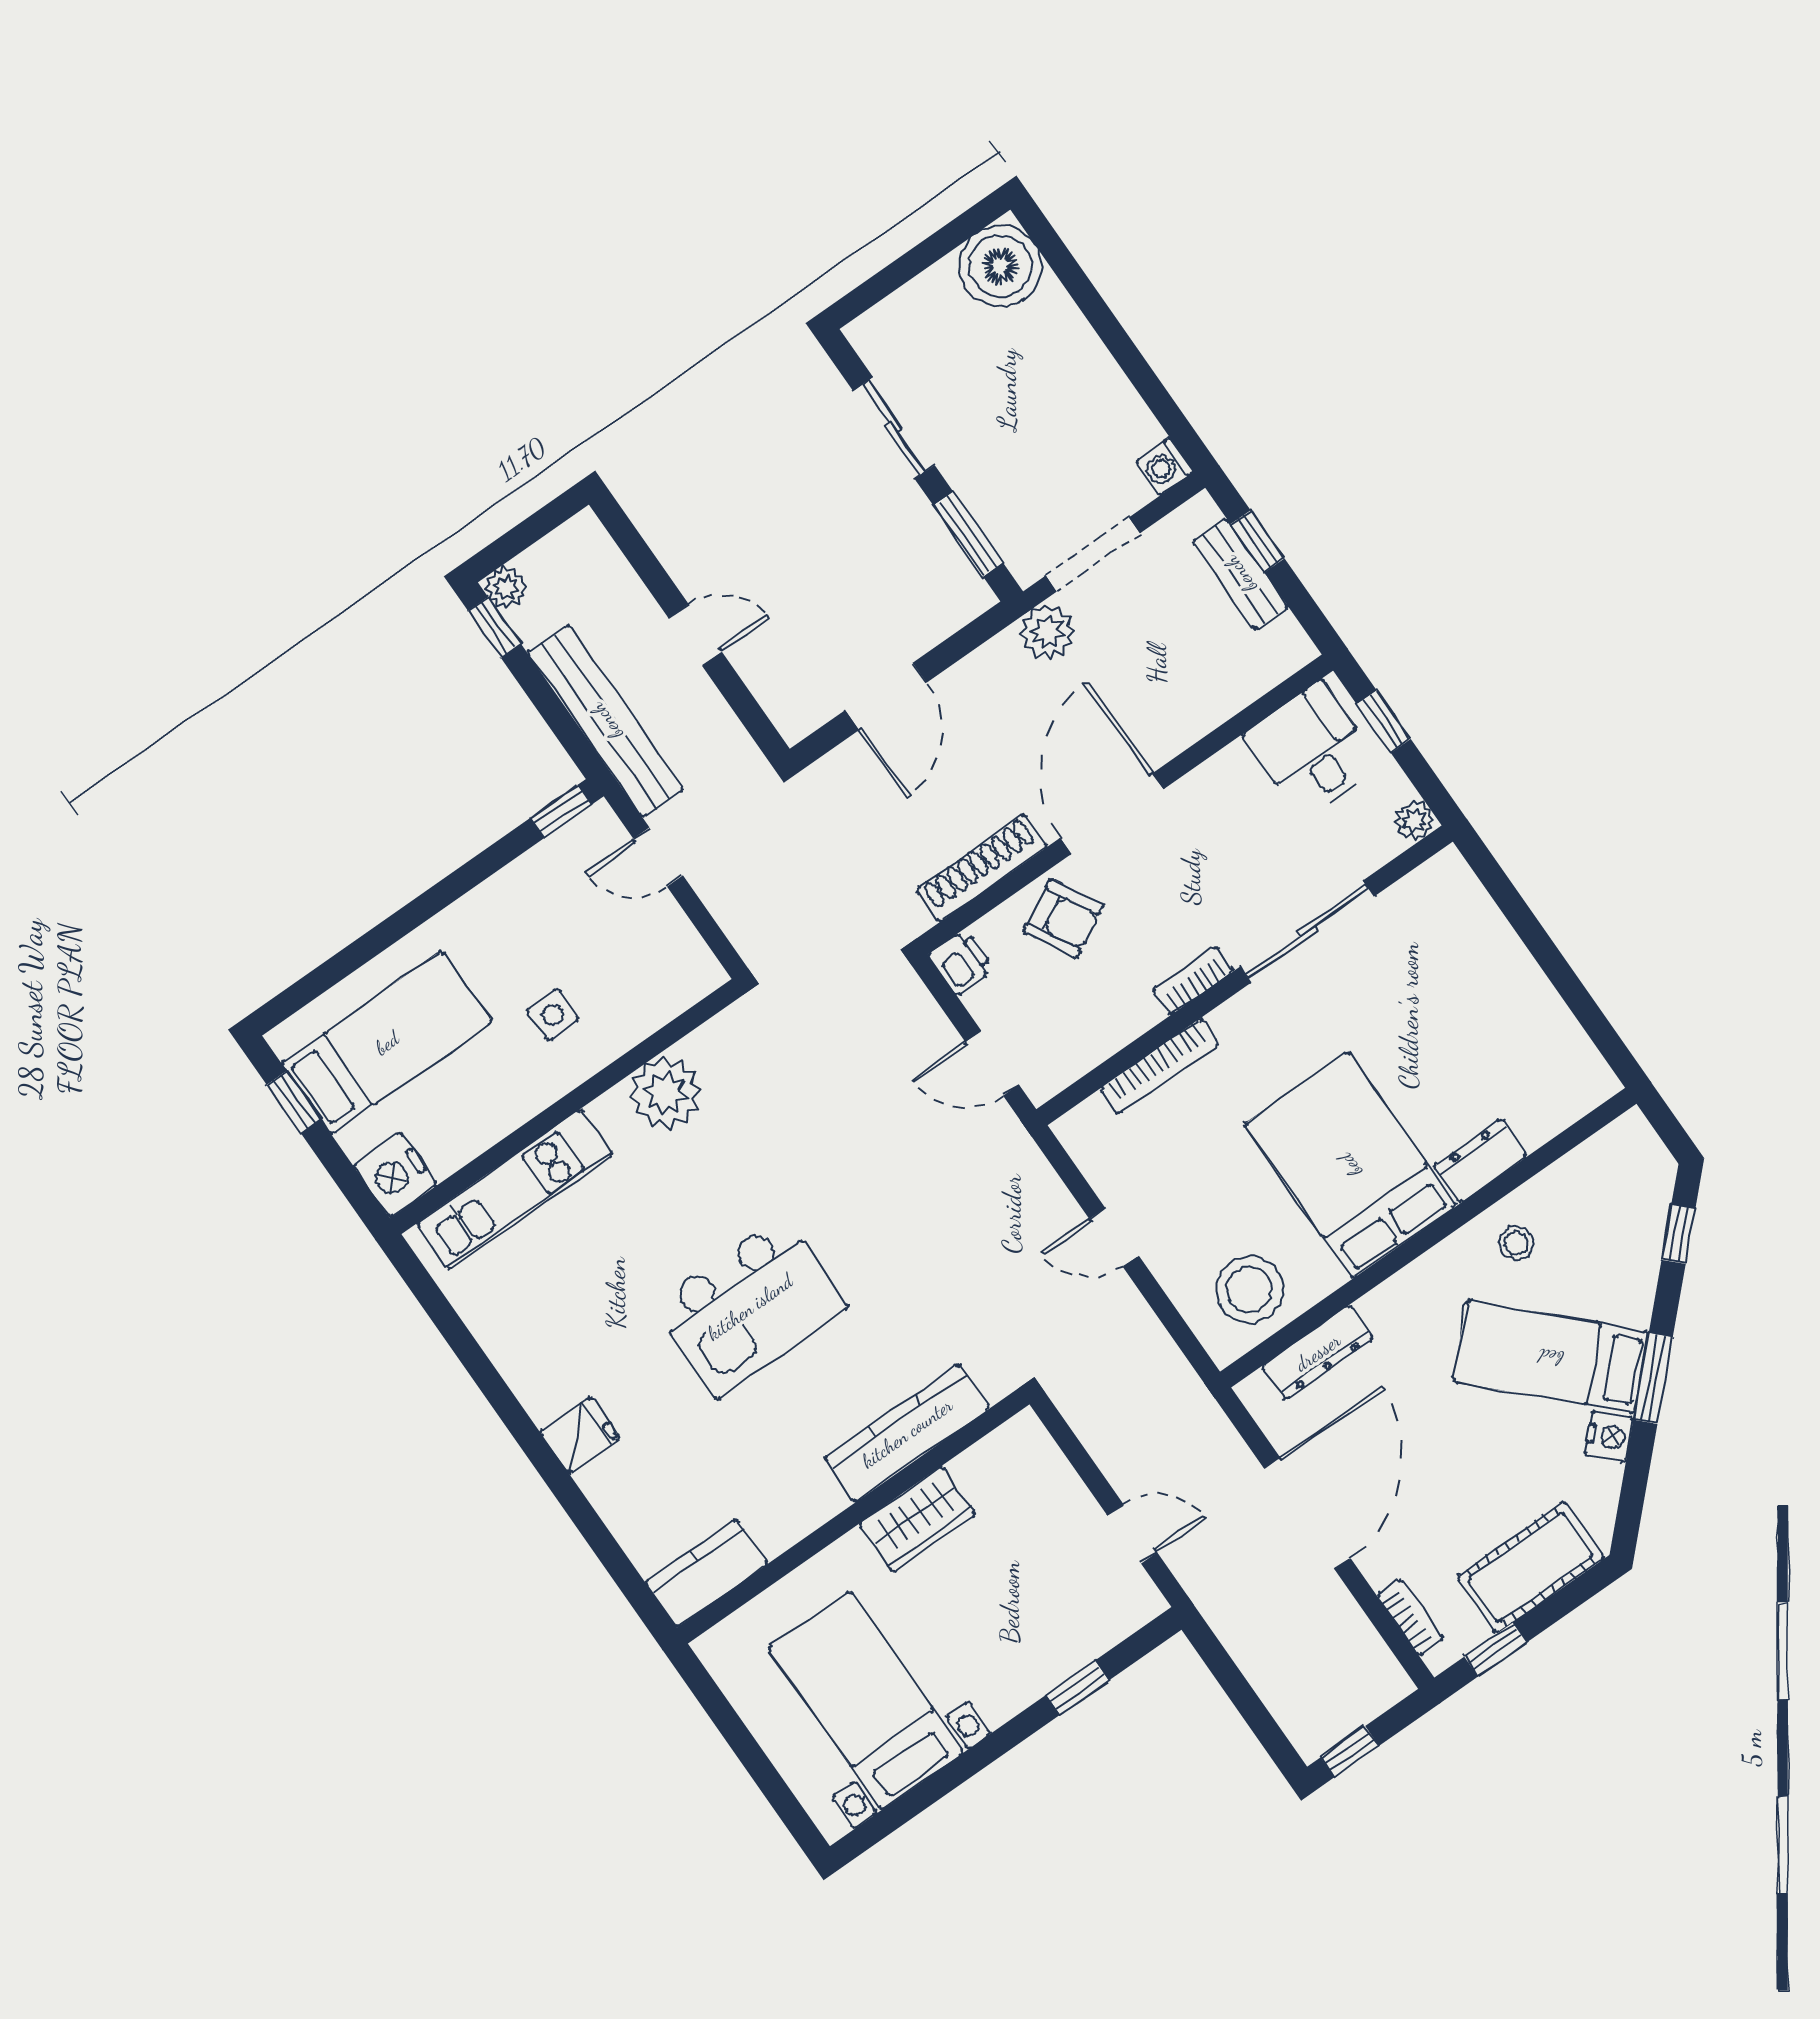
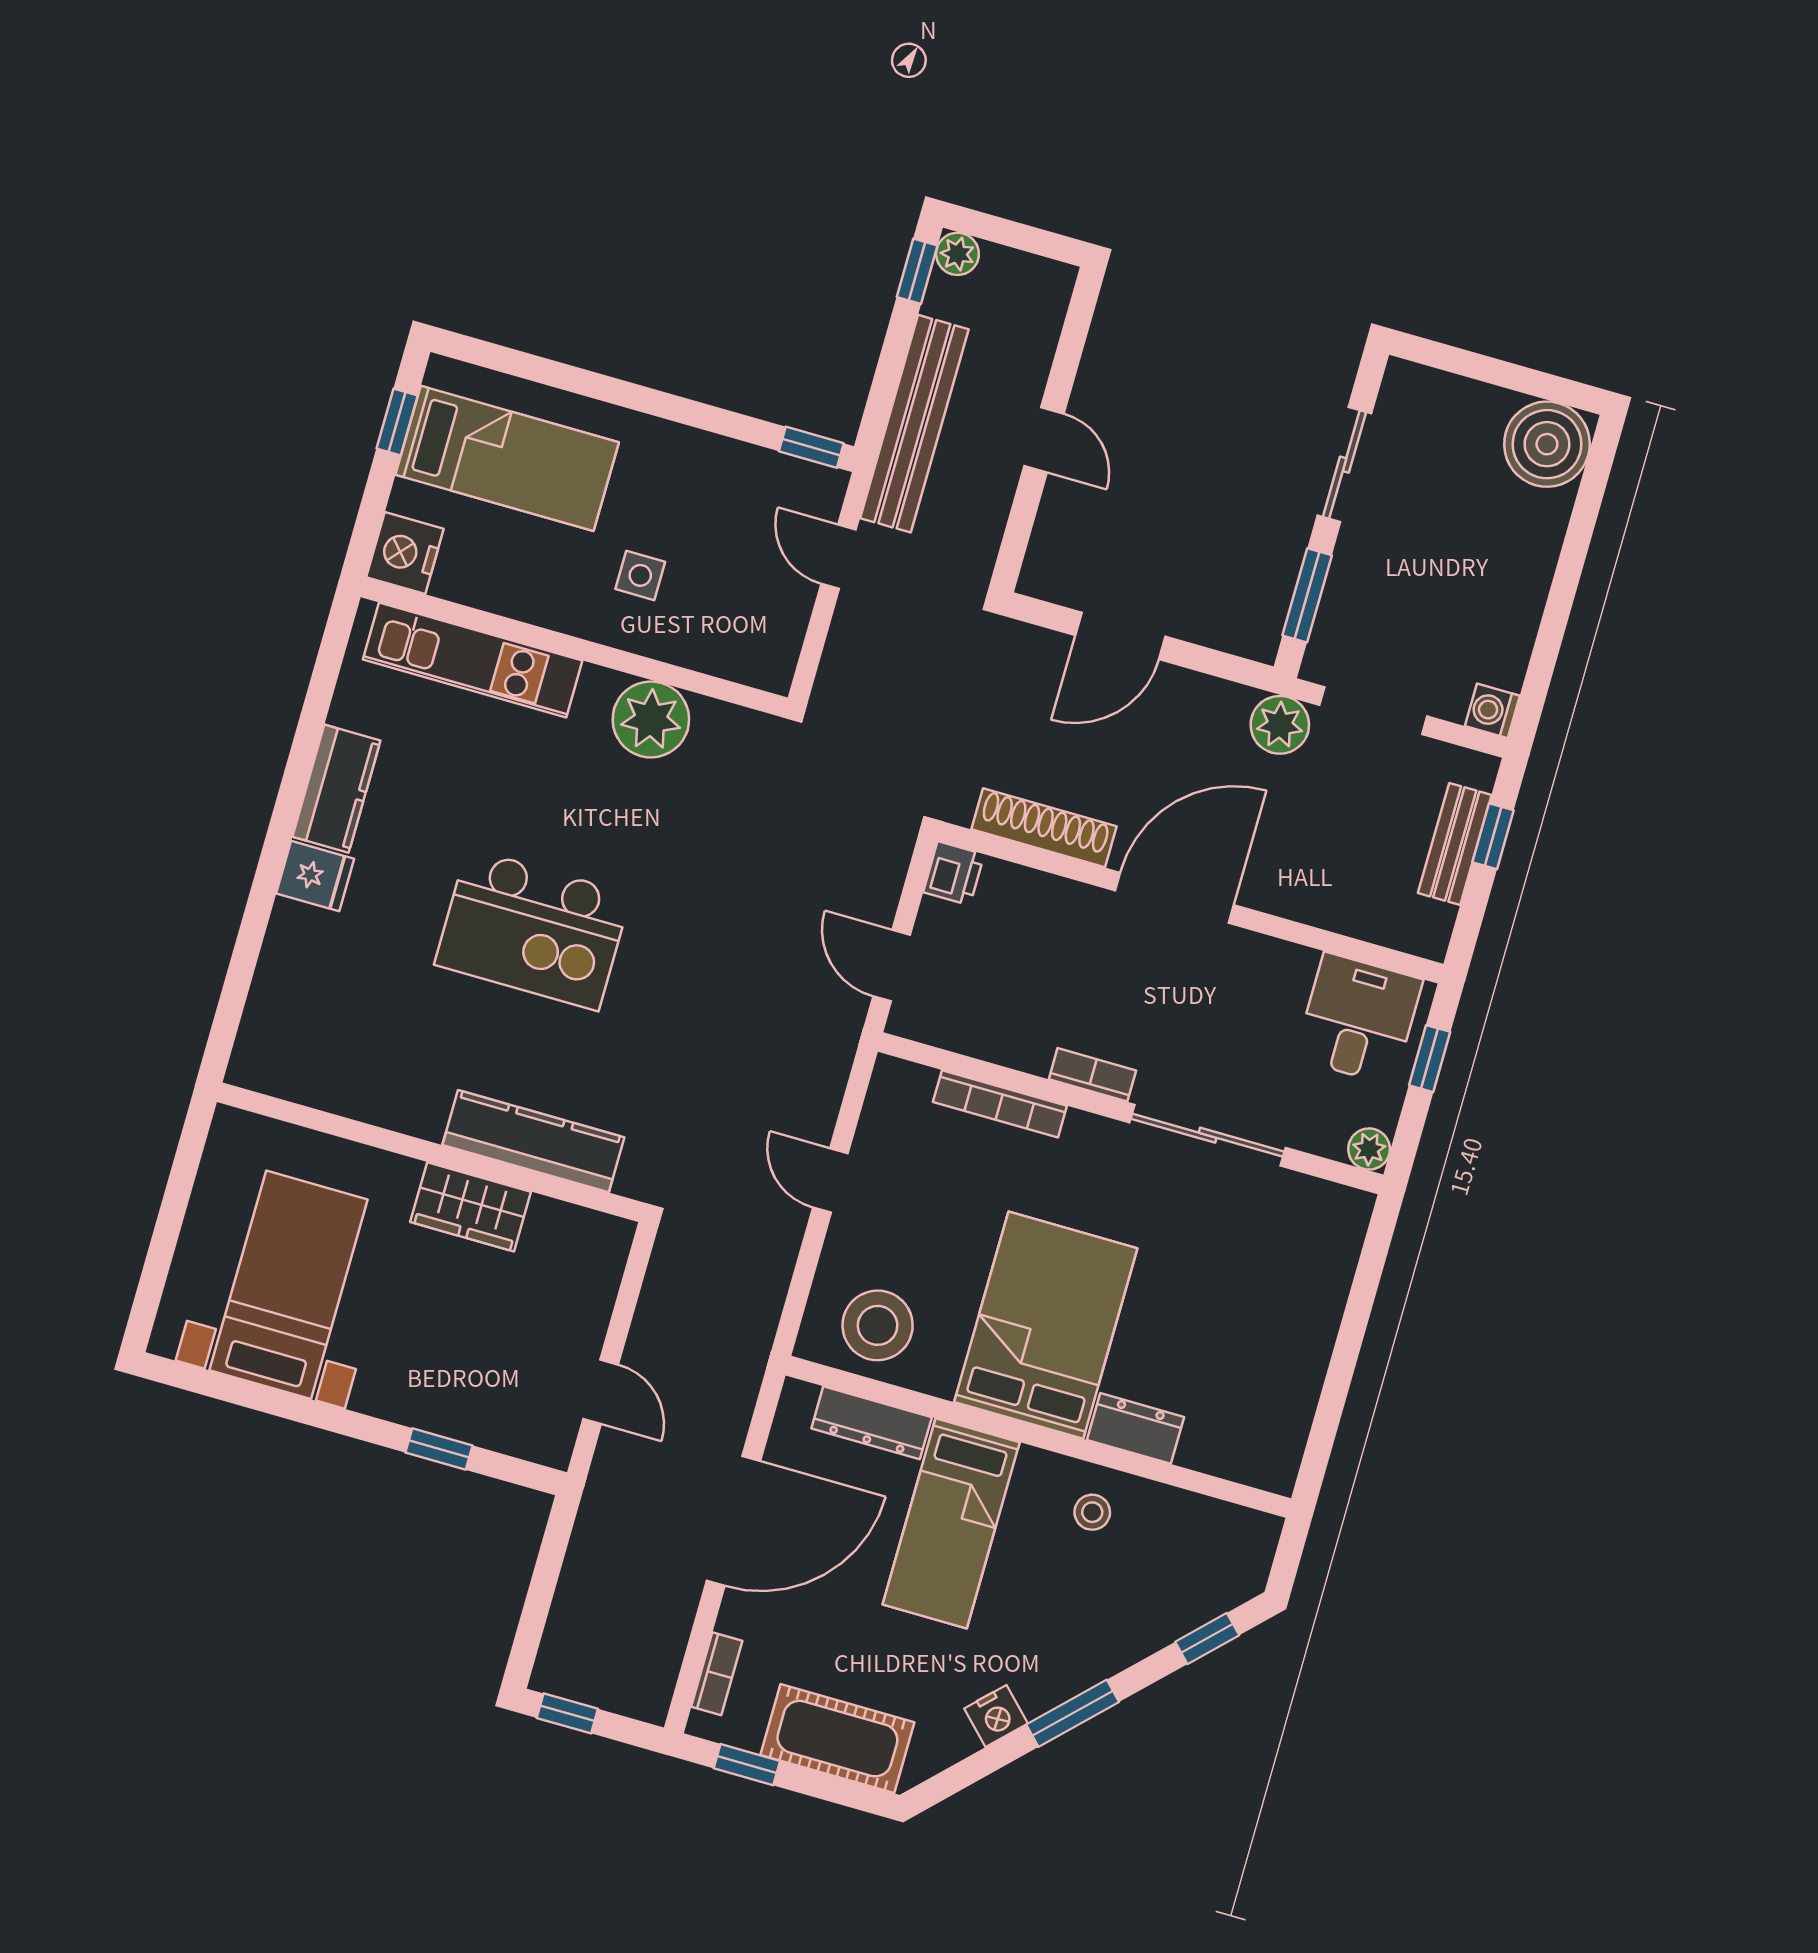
armchair: (1064, 918) -> (1057, 928), removed
bed: (1551, 1357) -> (951, 1523), moved, turned -135
kitchen counter: (706, 1573) -> (336, 789), moved, turned 90

